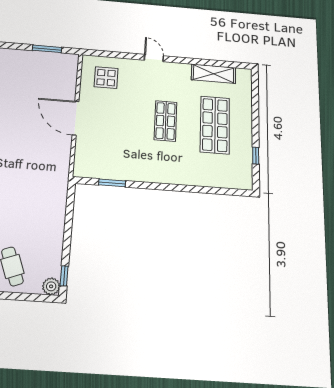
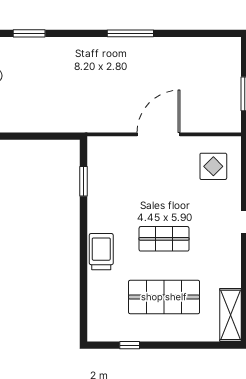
shelving: (214, 74) -> (230, 315), moved
trolley: (175, 173) -> (101, 252), added

